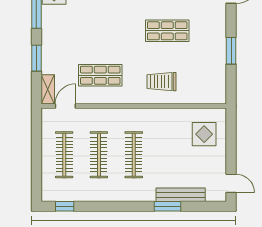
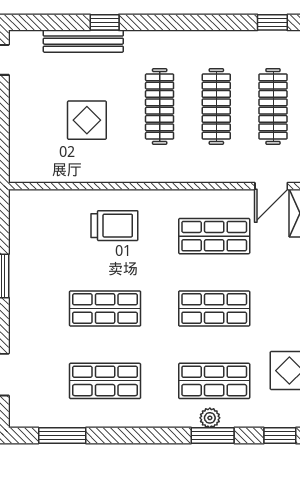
shop shelf: (100, 31) -> (214, 309), added
display table: (204, 134) -> (87, 120), moved
window: (168, 206) -> (105, 22), width x0.67

